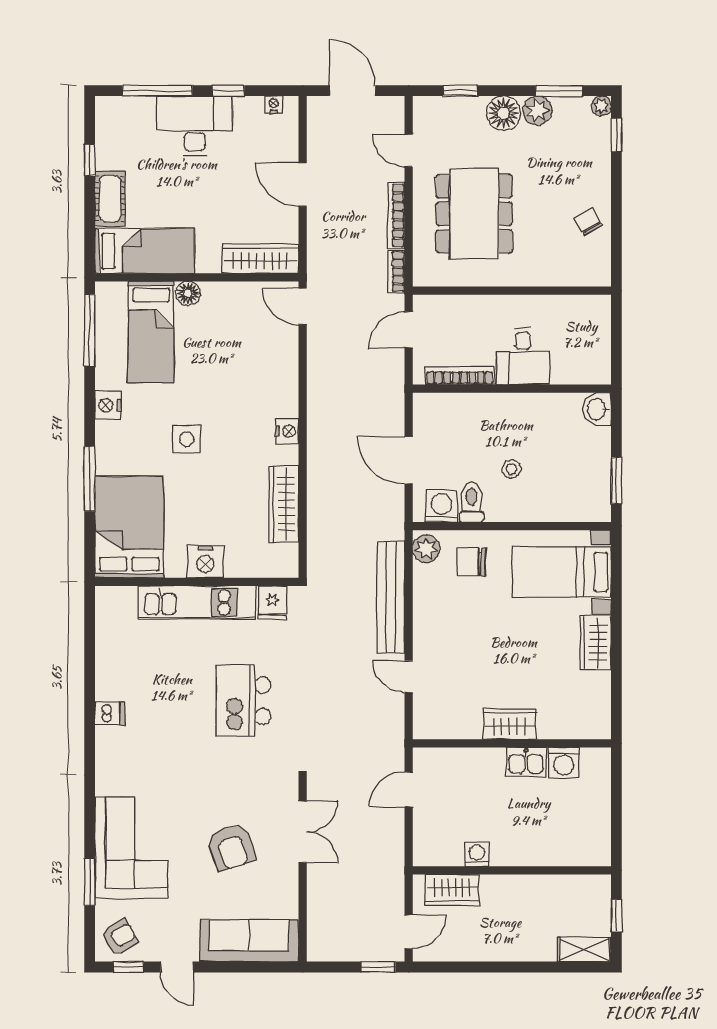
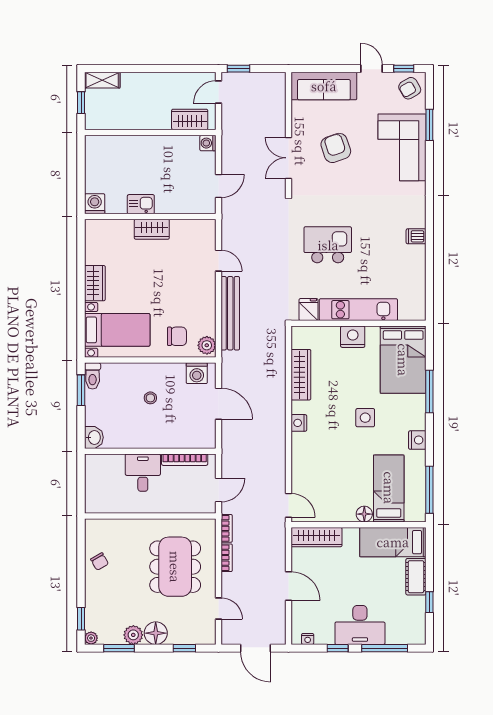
bookcase: (396, 215) -> (227, 558), width x0.64
toilet: (471, 502) -> (93, 376), moved
kitchen island: (243, 701) -> (328, 245), turned -90
washing machine: (564, 763) -> (95, 204), moved
washing machine: (477, 854) -> (208, 143), moved, turned 90

